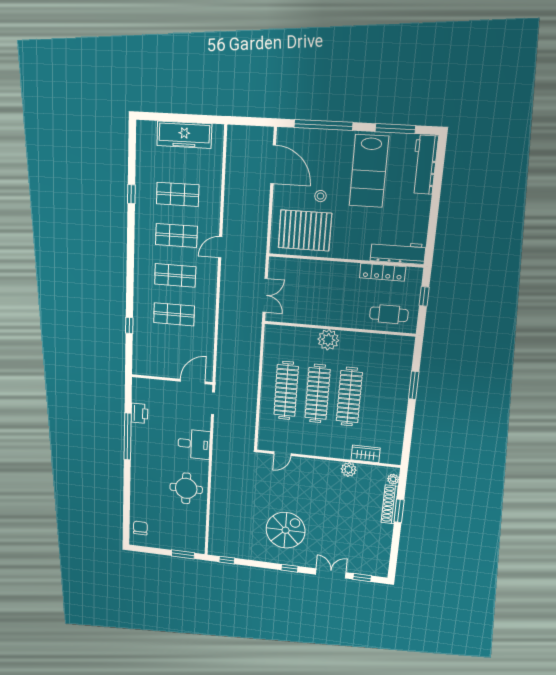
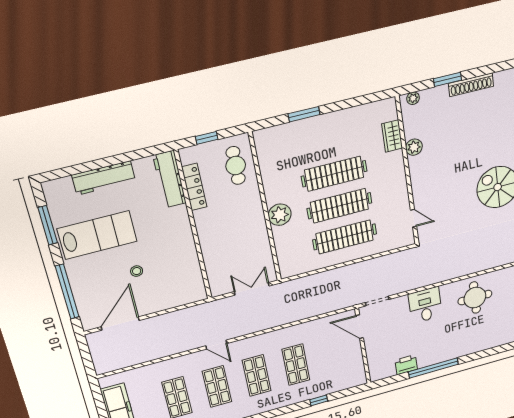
workbench: (425, 165) -> (104, 178), moved
pallet: (305, 230) -> (175, 274), removed
shoe rack: (390, 504) -> (471, 85), moved

